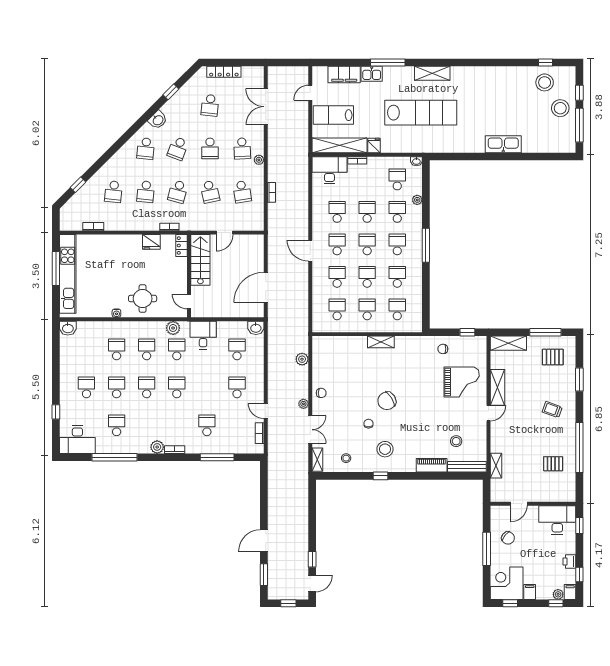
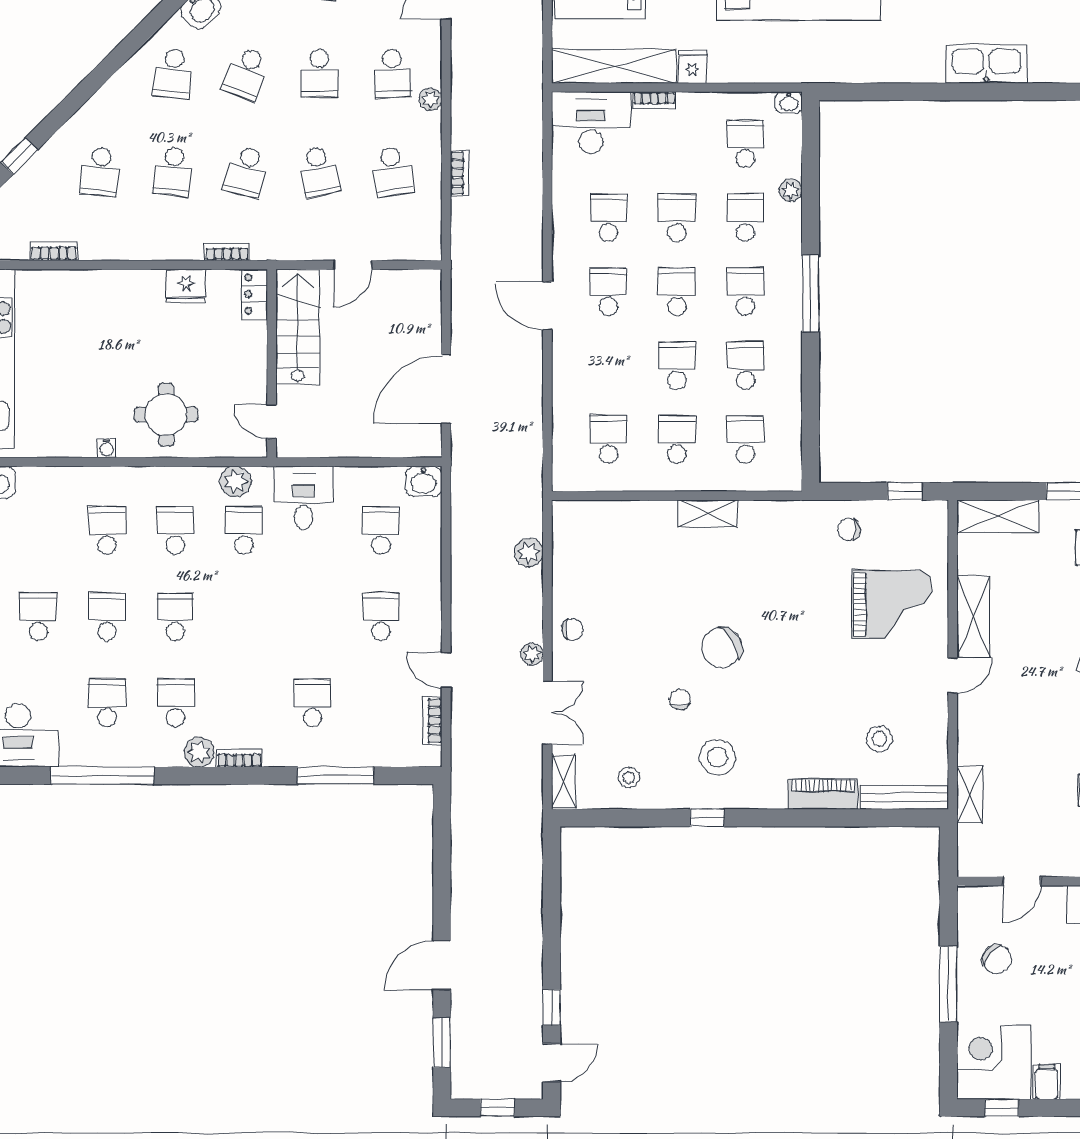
school desk: (337, 277) -> (608, 365), removed
school desk: (177, 387) -> (175, 703), moved

